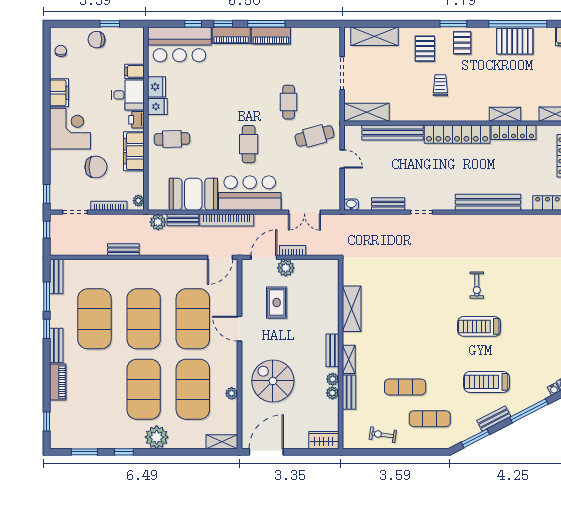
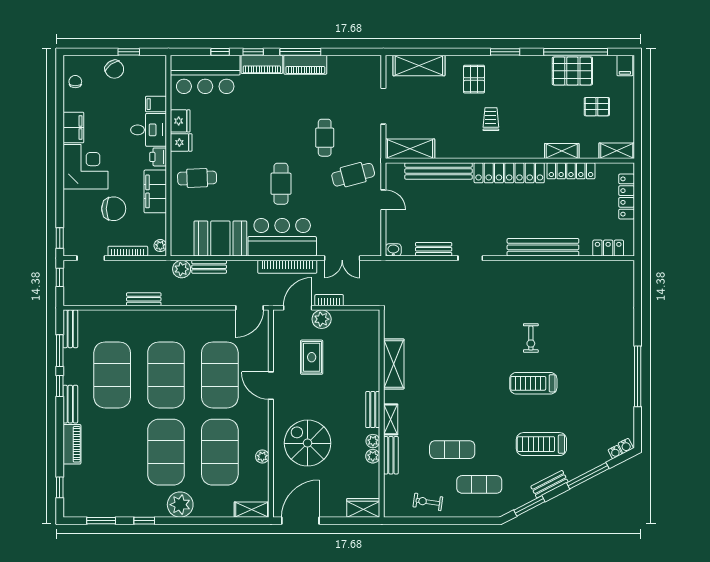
chair: (97, 40) -> (114, 69), turned -126
pallet: (462, 43) -> (597, 107), moved, turned 90
bookcase: (227, 220) -> (287, 267), moved

